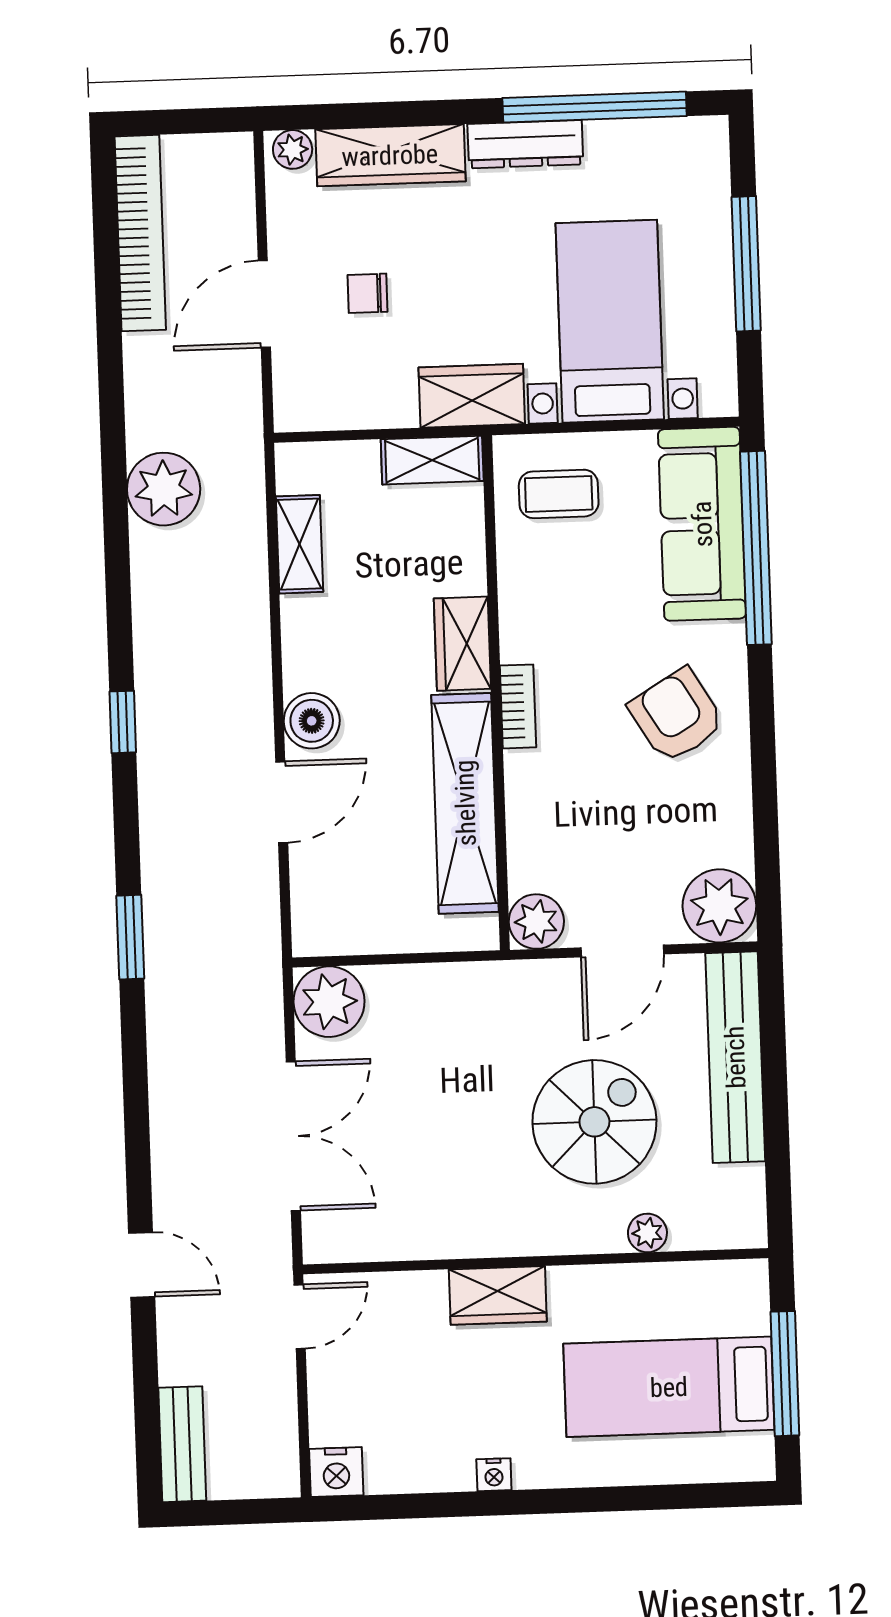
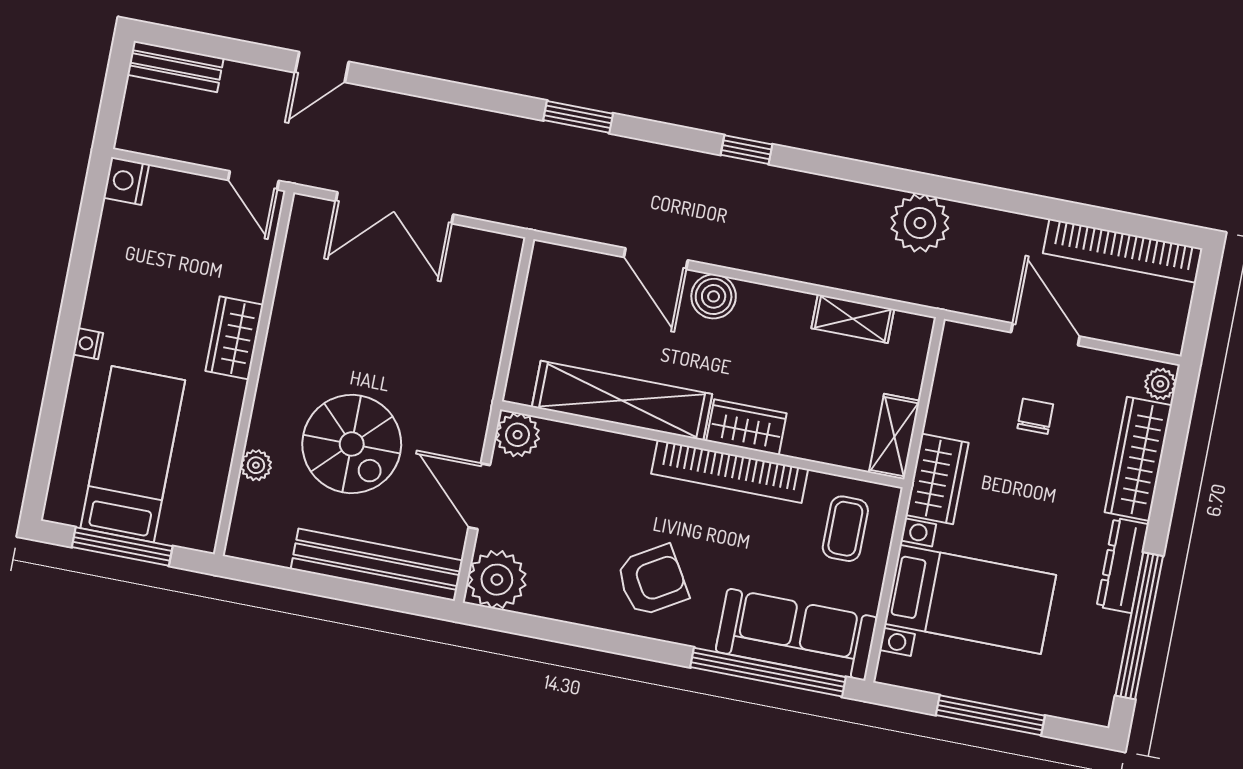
bookcase: (518, 706) -> (730, 471), width x2.31, depth x1.31
plant: (329, 1002) -> (493, 260), removed
nightstand: (494, 1475) -> (88, 344), moved

